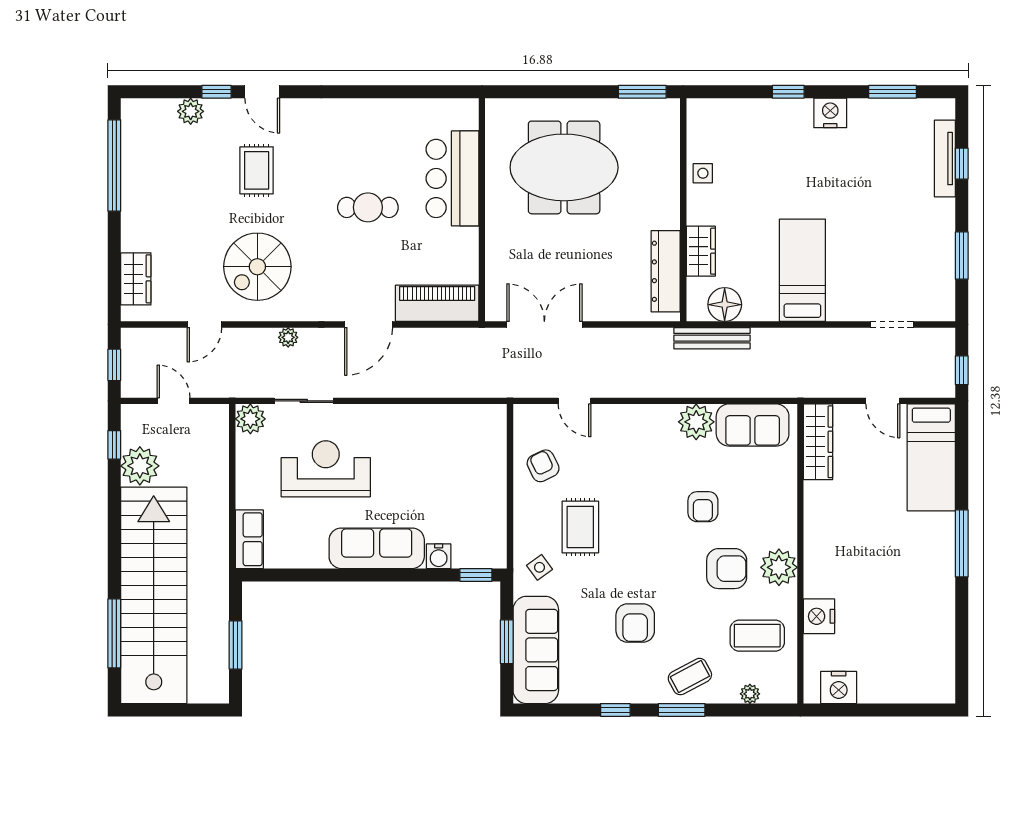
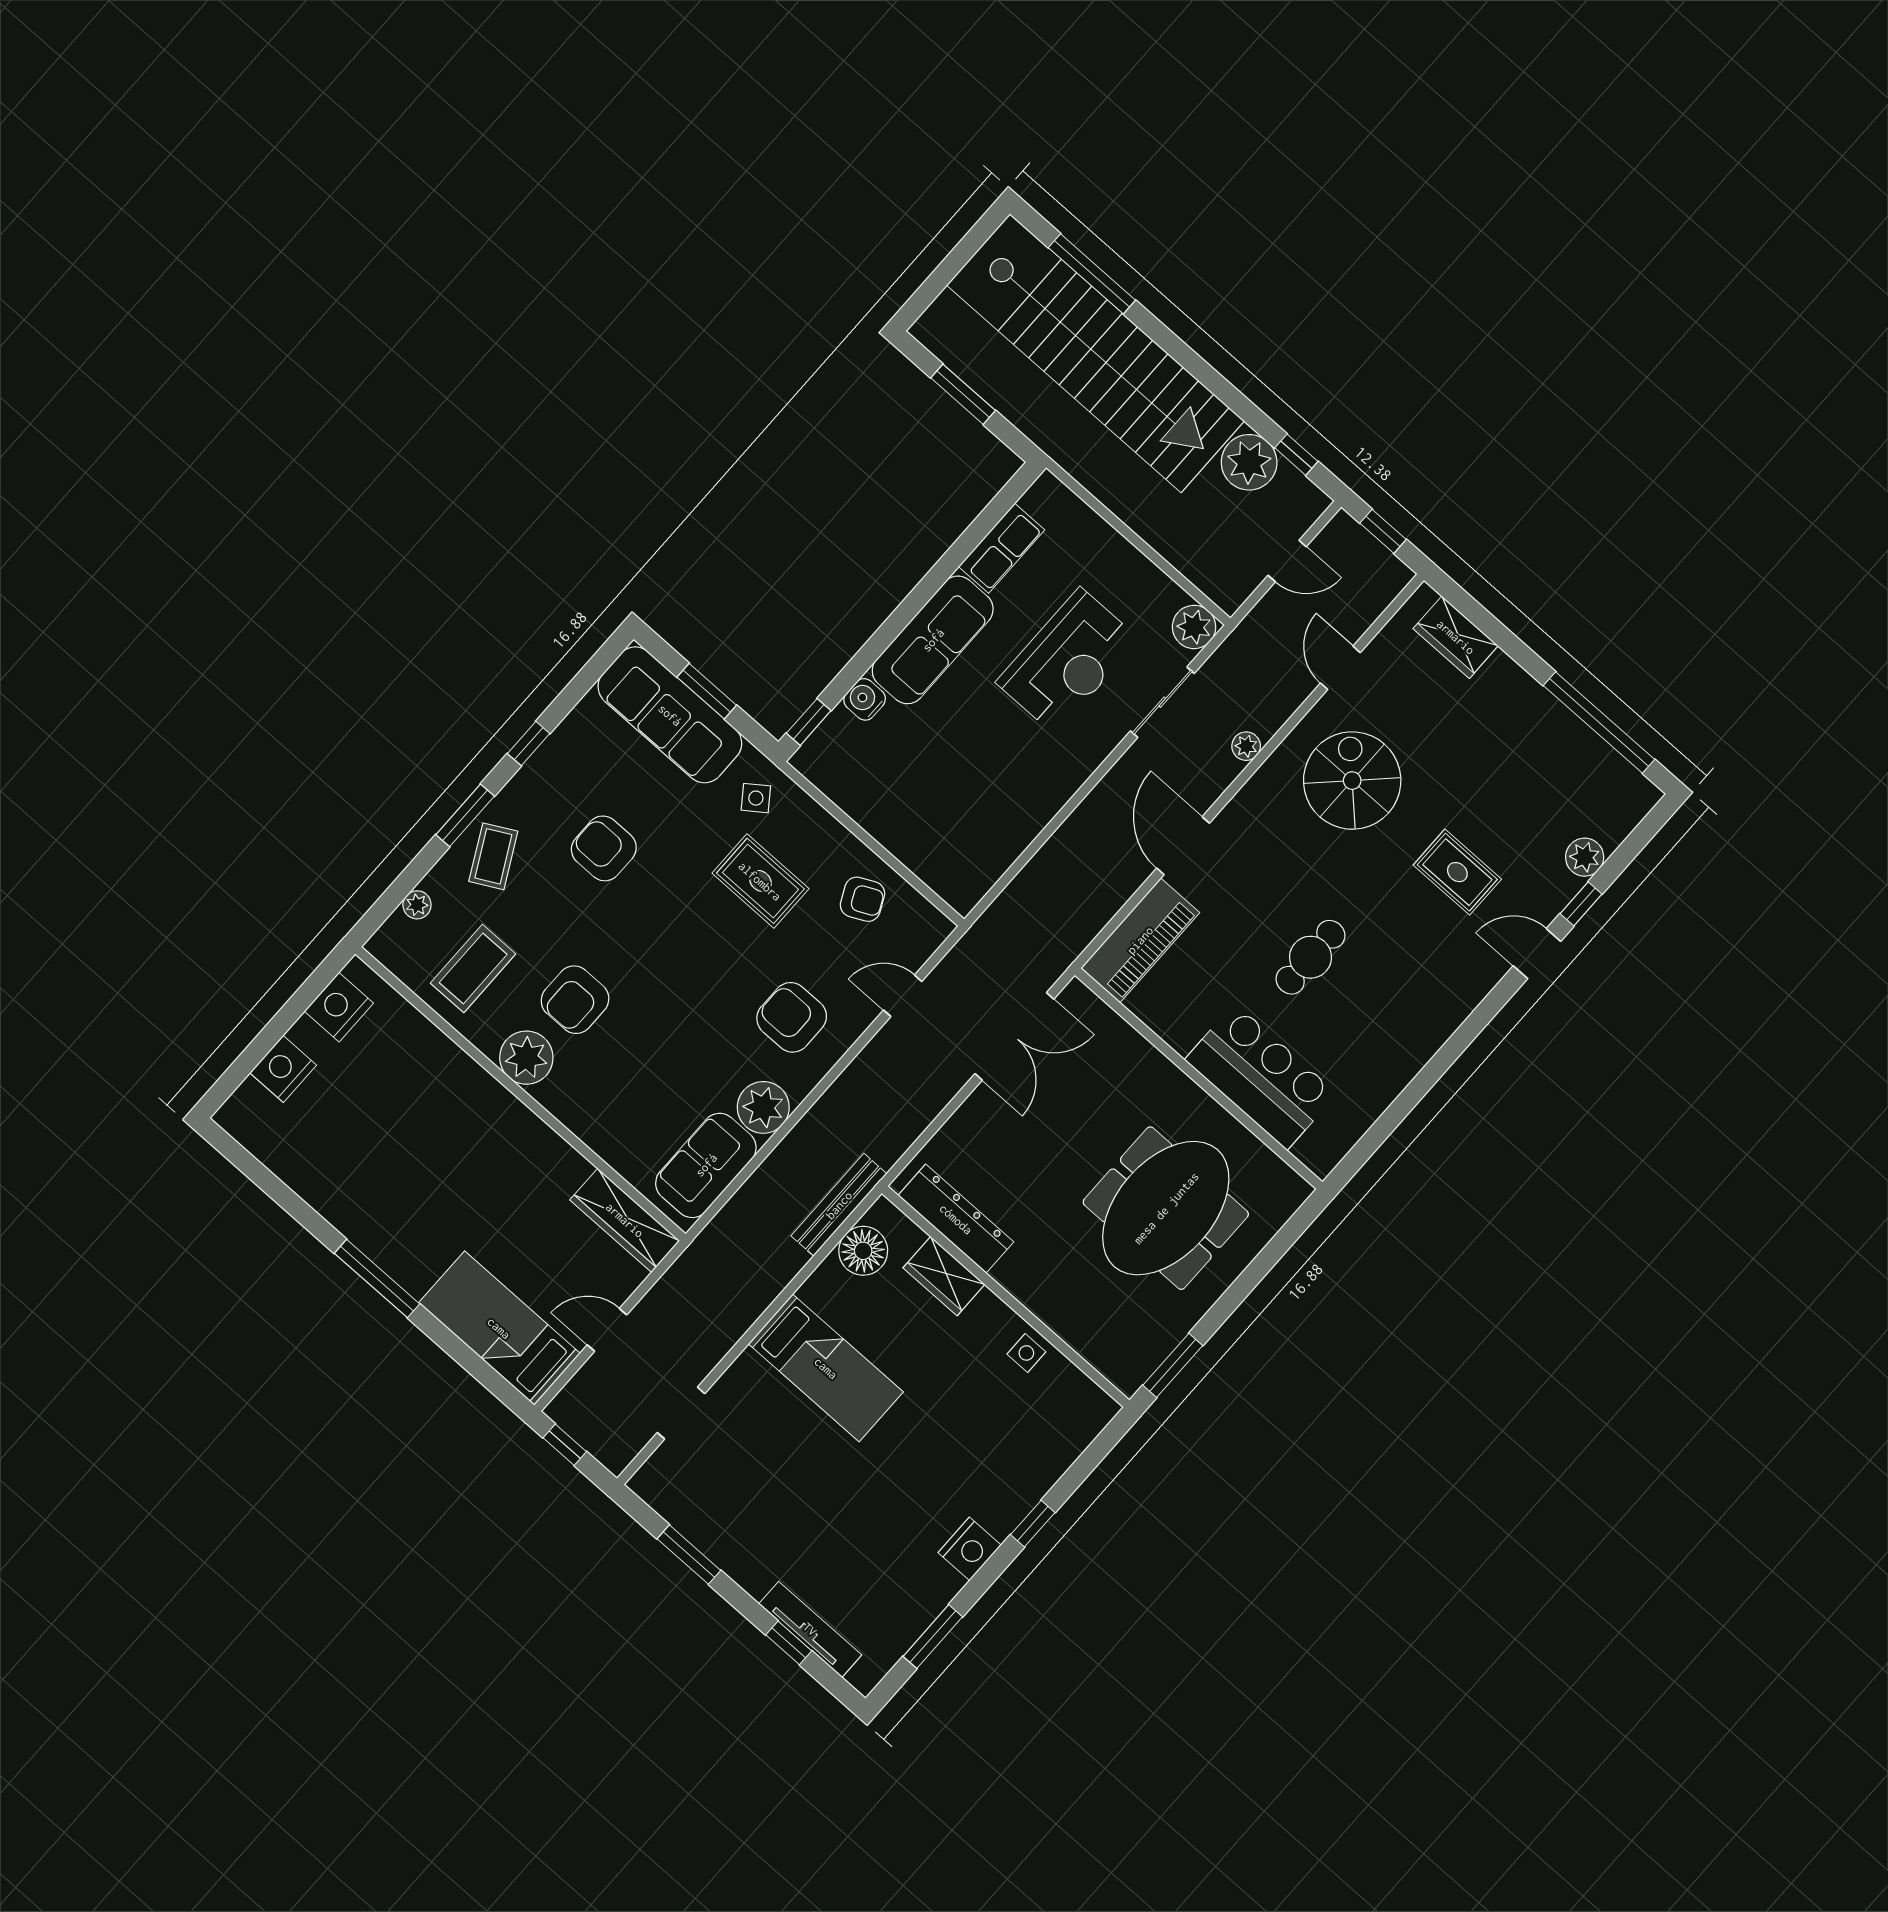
armchair: (703, 507) -> (792, 1017), moved, width x1.38, depth x1.38
row of seats: (249, 539) -> (1002, 548), moved, turned -90
nightstand: (819, 616) -> (283, 1069), moved, turned -90

